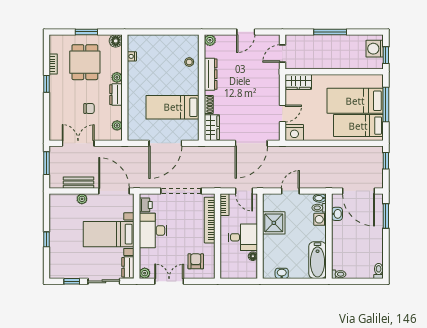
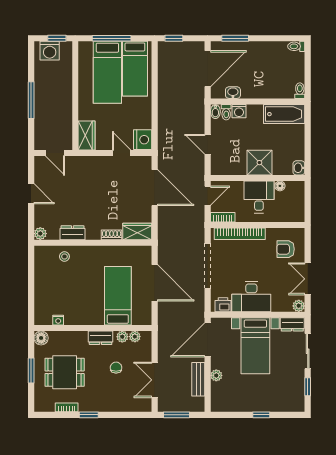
dresser: (211, 74) -> (72, 233), width x0.70
plant: (117, 77) -> (122, 337), moved
bed: (173, 107) -> (118, 296), moved, turned 180
shower: (274, 223) -> (259, 163), moved
washbasin: (282, 273) -> (299, 168), moved

